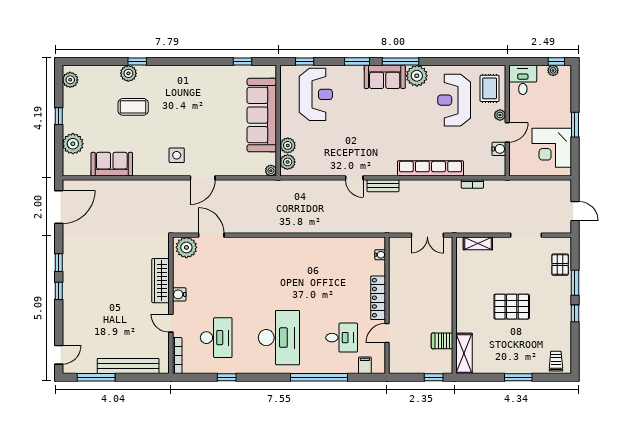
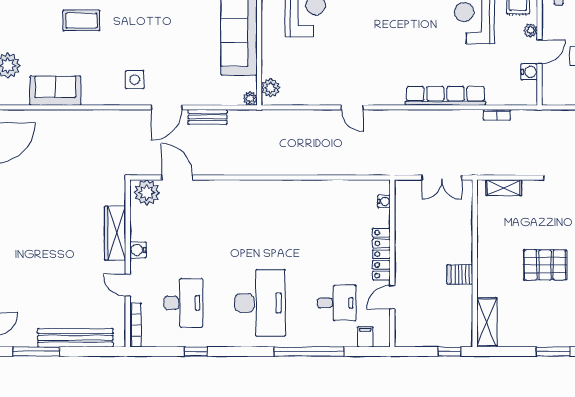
plant: (288, 145) -> (271, 68), removed
bench: (383, 186) -> (207, 117), moved
server rack: (442, 341) -> (460, 274), moved

